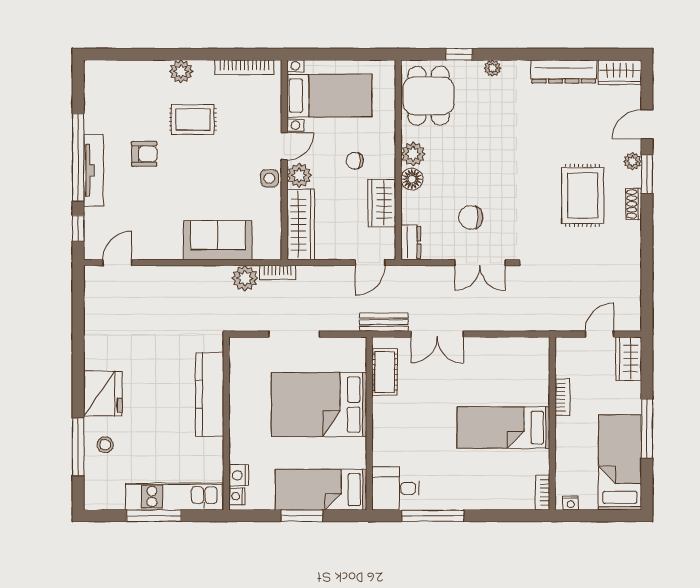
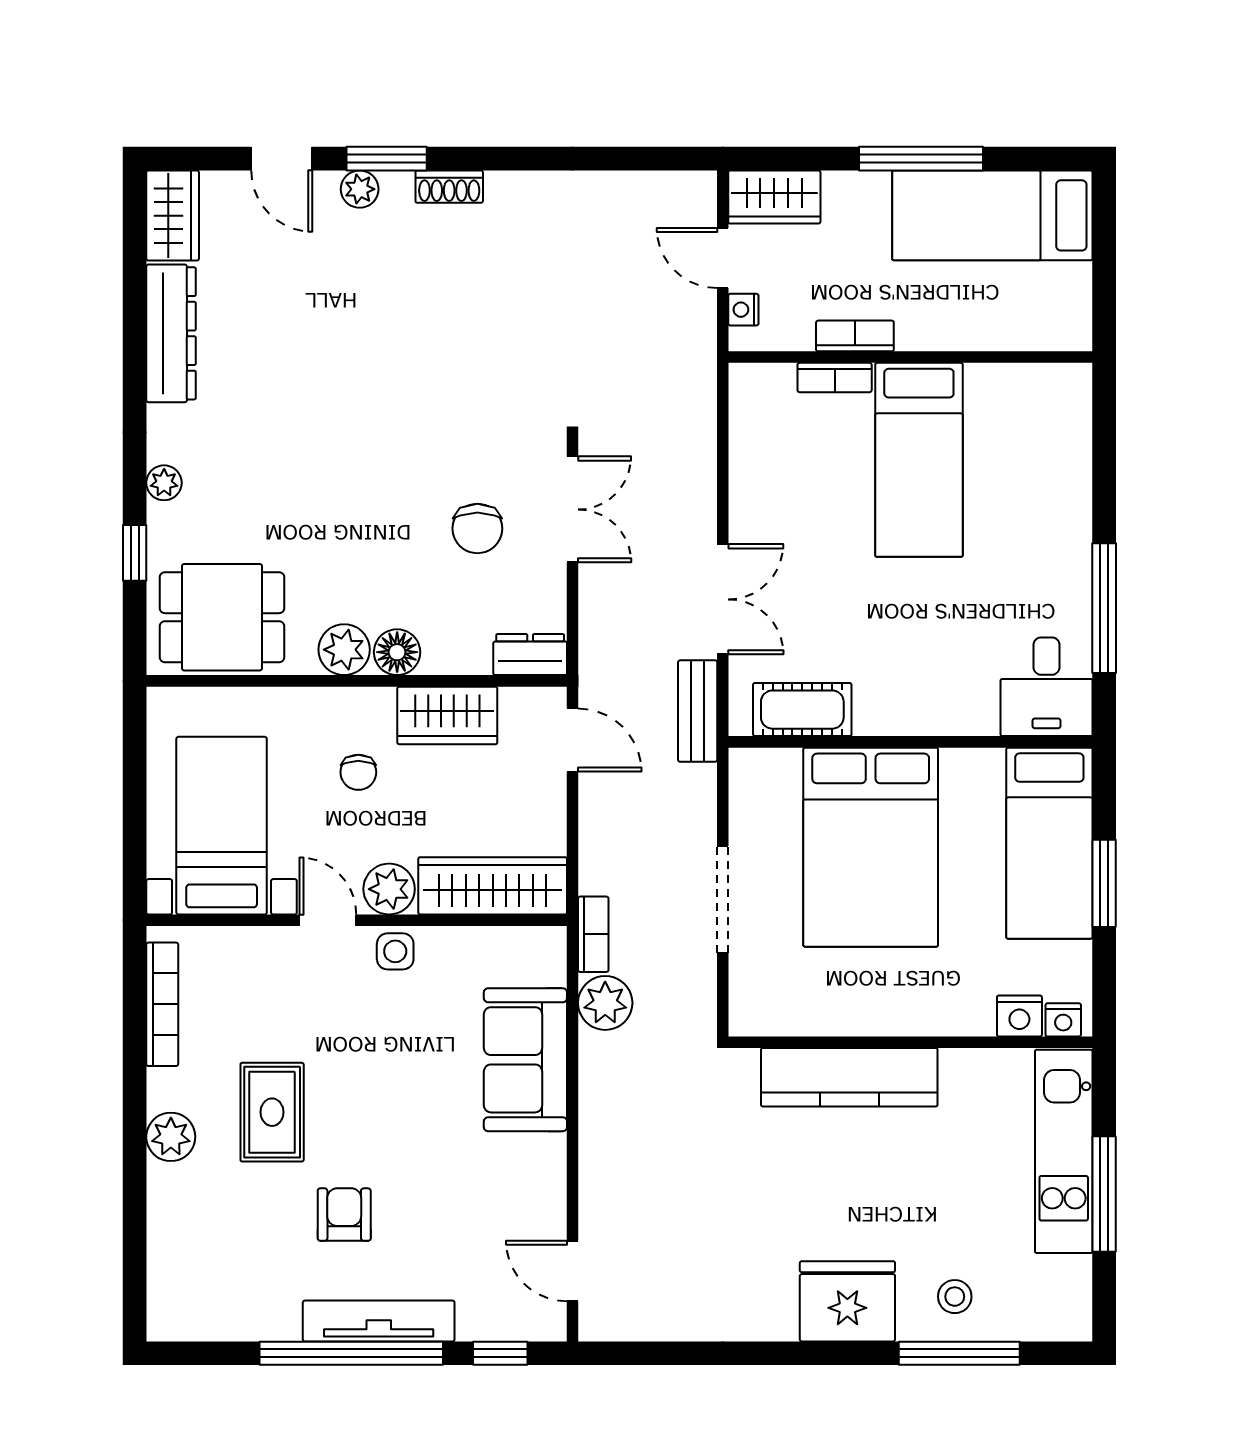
rug: (583, 195) -> (431, 293), removed
bookcase: (543, 493) -> (835, 378), moved
nightstand: (571, 503) -> (743, 310), moved, turned 180

